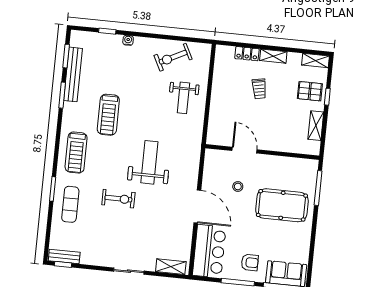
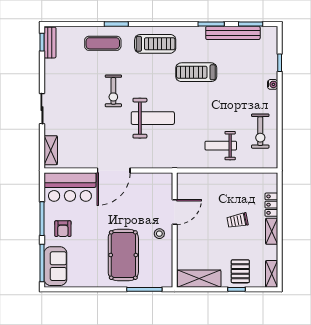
exercise bike: (173, 57) -> (260, 131), turned -153
shelving: (316, 126) -> (199, 279), width x1.50, depth x1.33
treadmill: (76, 153) -> (155, 44), turned 180
stool: (238, 186) -> (159, 234), moved

